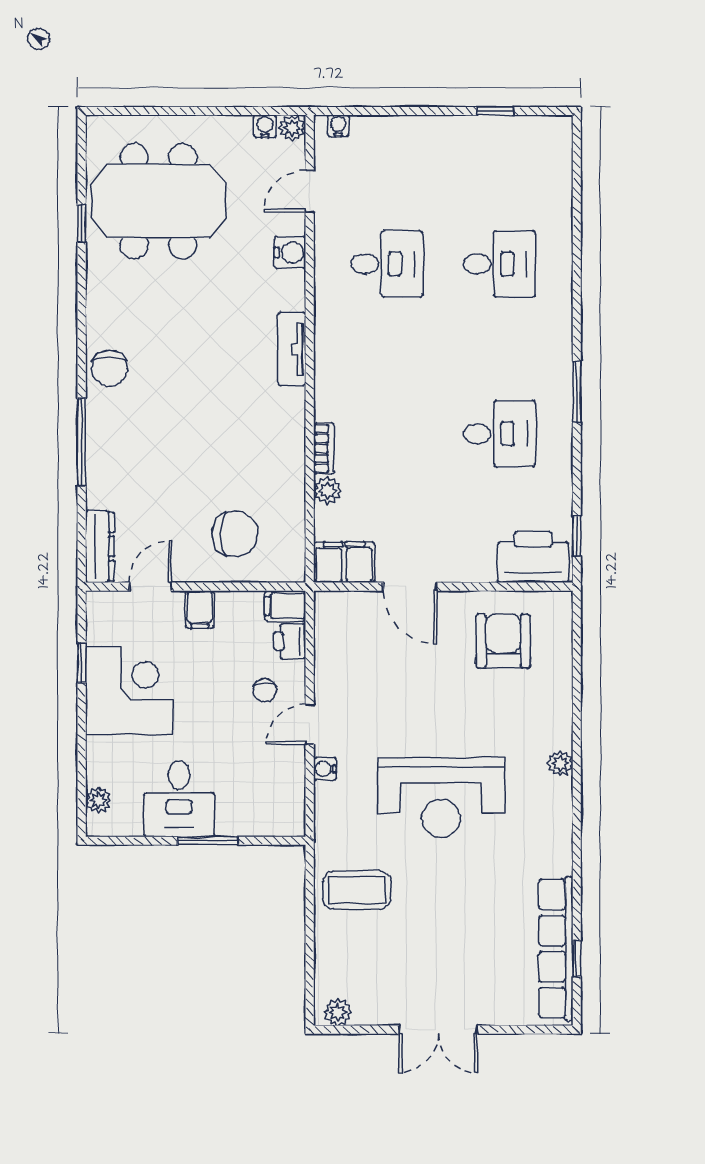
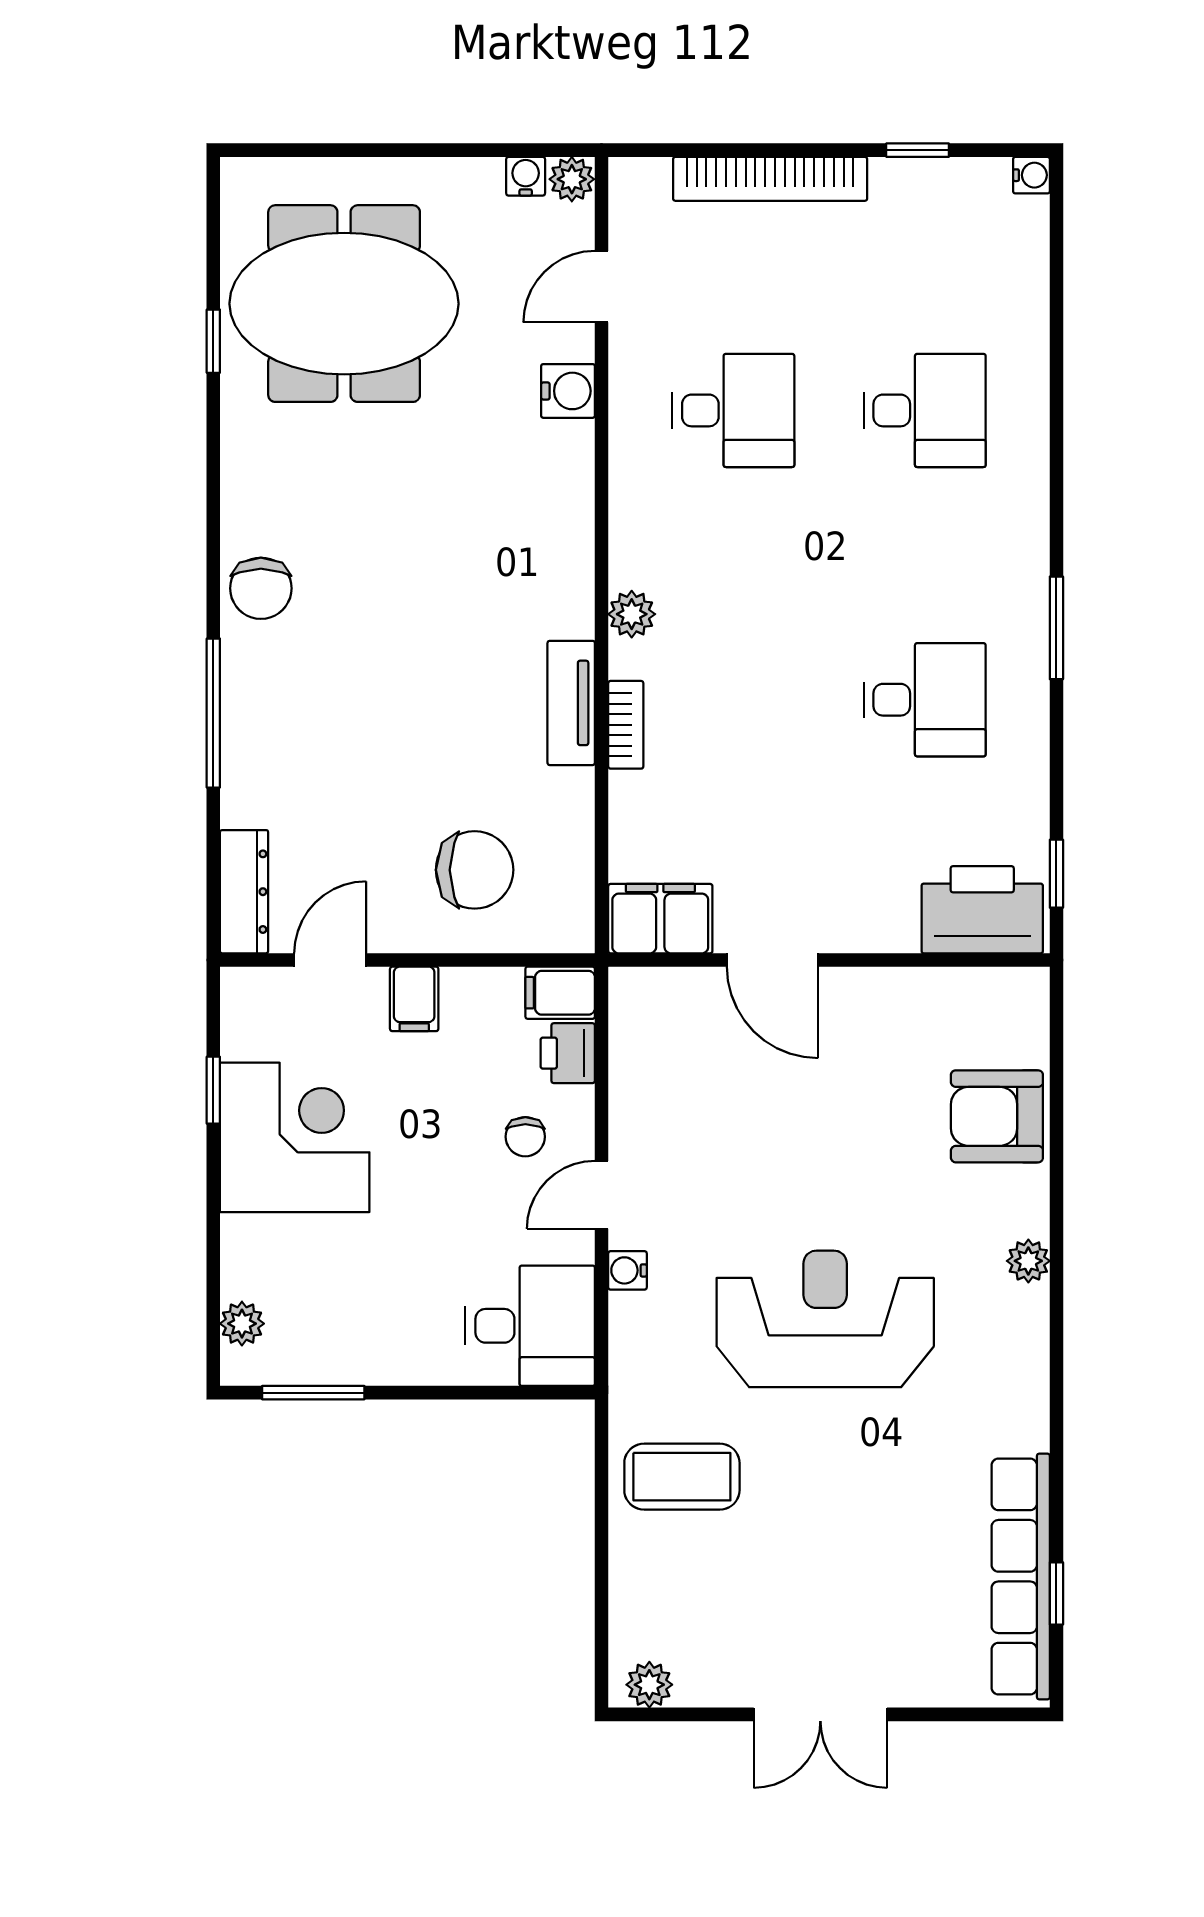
water cooler: (338, 126) -> (1031, 175), moved, turned 90
bookcase: (409, 128) -> (770, 179), added
tv unit: (292, 349) -> (571, 703), moved
plant: (327, 491) -> (632, 614), moved
armchair: (503, 641) -> (997, 1116), moved, turned -90
reception desk: (441, 797) -> (825, 1319), turned 180
desk: (179, 799) -> (530, 1326), moved, turned -90
window: (208, 841) -> (313, 1393), moved

